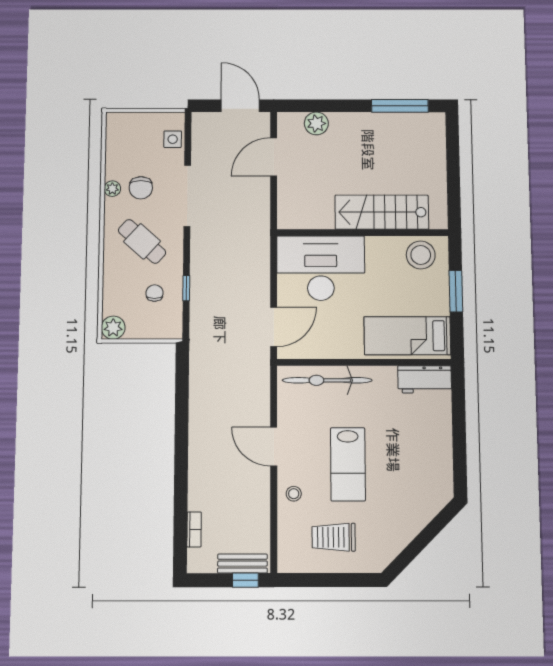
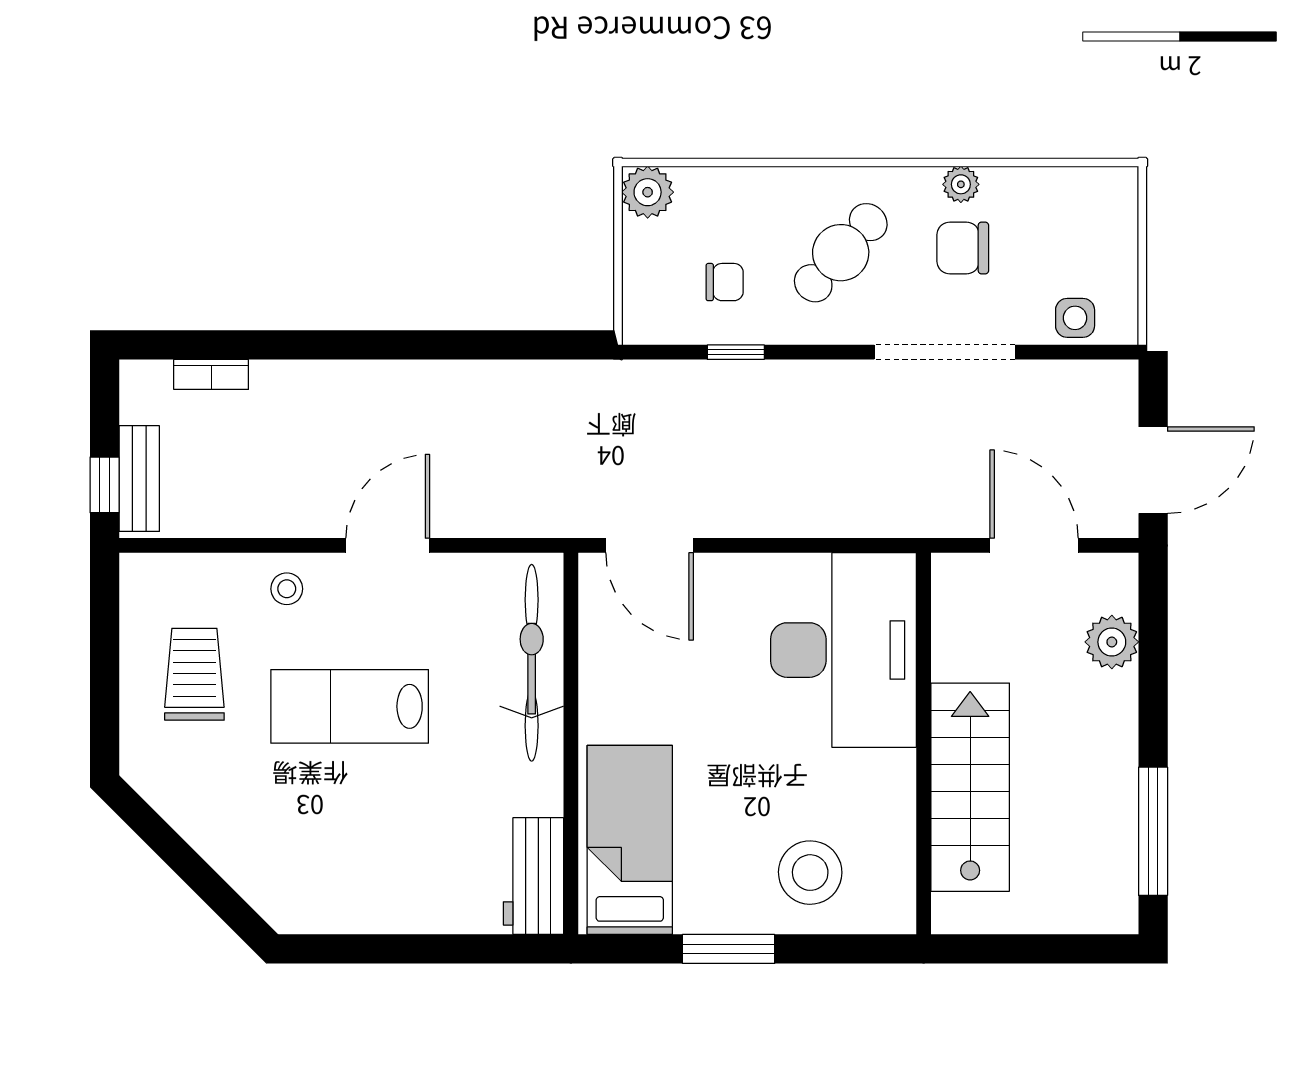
stairs: (382, 212) -> (970, 787), moved
wall: (362, 233) -> (924, 744), moved
desk: (321, 268) -> (844, 650), moved

